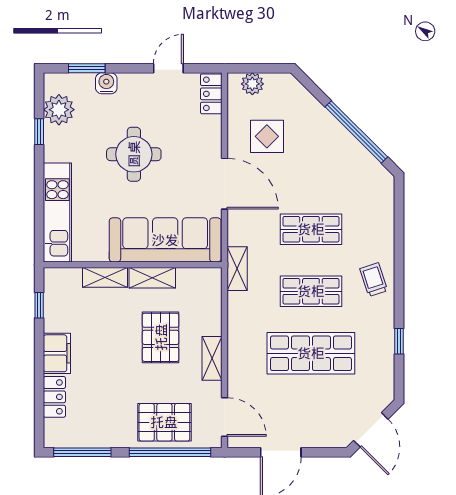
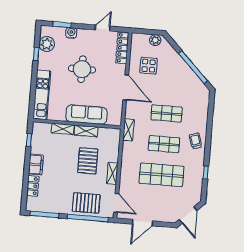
plant: (252, 84) -> (155, 40), moved
locker: (211, 94) -> (122, 48), width x1.53
sofa: (165, 240) -> (86, 115), width x0.74, depth x0.79

